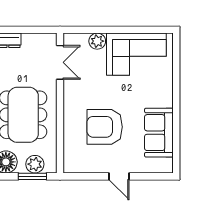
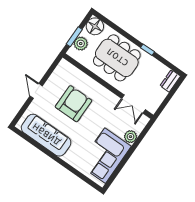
sofa: (159, 133) -> (46, 135), width x1.36
door: (119, 176) -> (36, 91), hinge flipped

